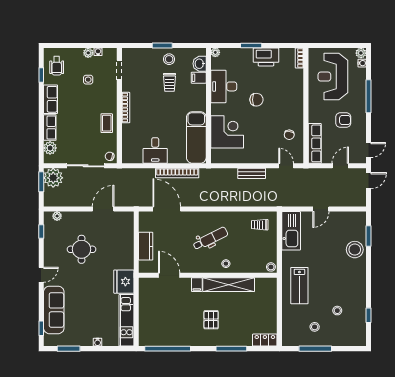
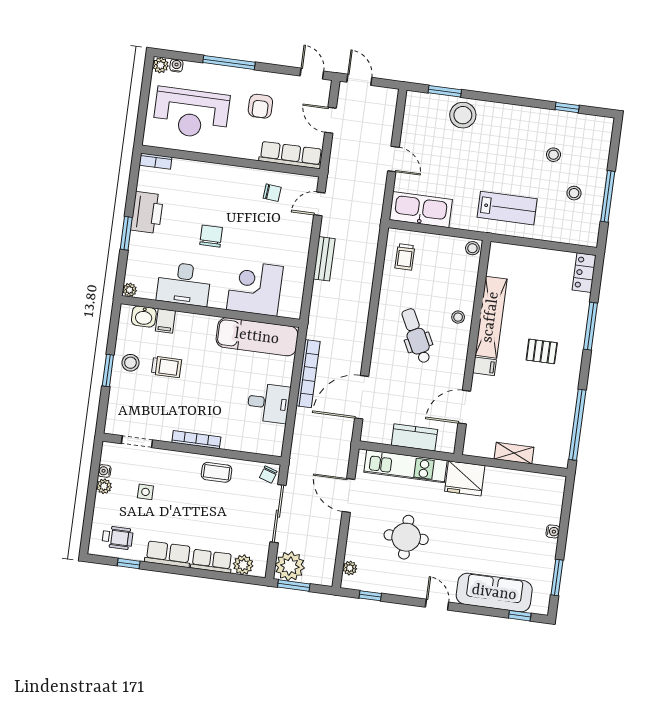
armchair: (343, 120) -> (260, 106), turned 180
shelving: (144, 311) -> (514, 453), added
kitchen unit: (127, 320) -> (406, 466), moved

